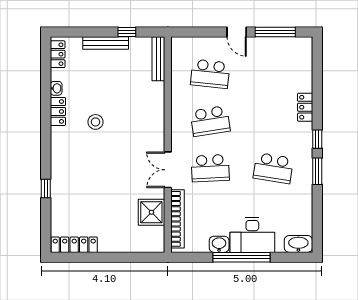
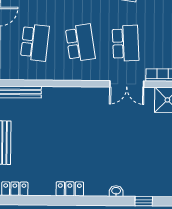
washbasin: (56, 88) -> (116, 191), moved
stool: (96, 122) -> (80, 153), removed

